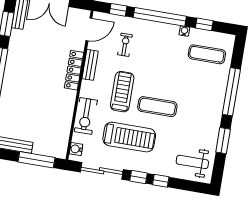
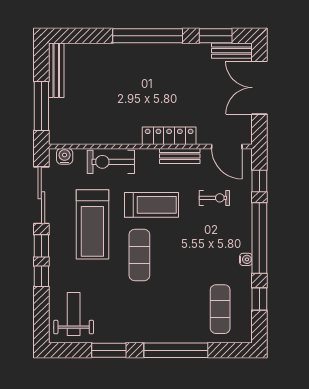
water cooler: (184, 31) -> (246, 259), moved

